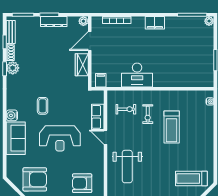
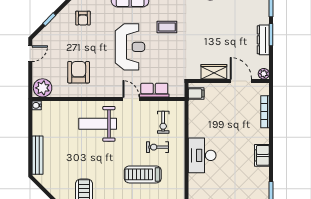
desk: (137, 75) -> (202, 155), moved
door: (105, 137) -> (131, 99), hinge flipped
reception desk: (60, 138) -> (130, 47), turned 180
armchair: (35, 179) -> (83, 18), width x0.53, depth x0.53

